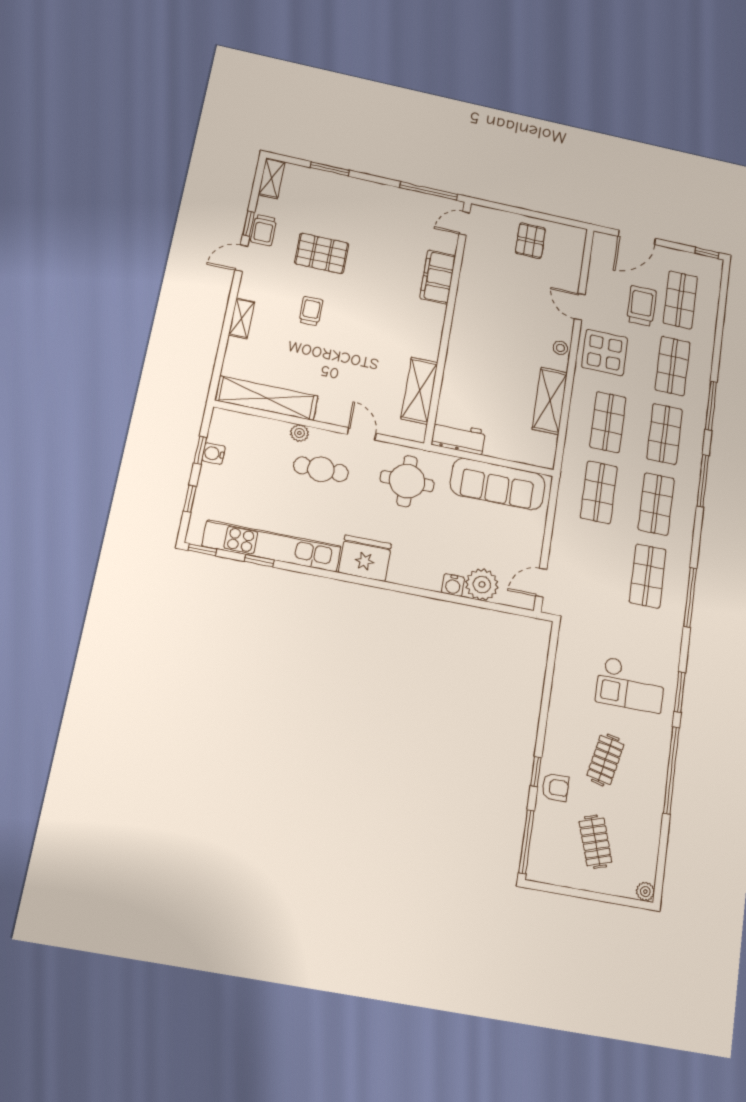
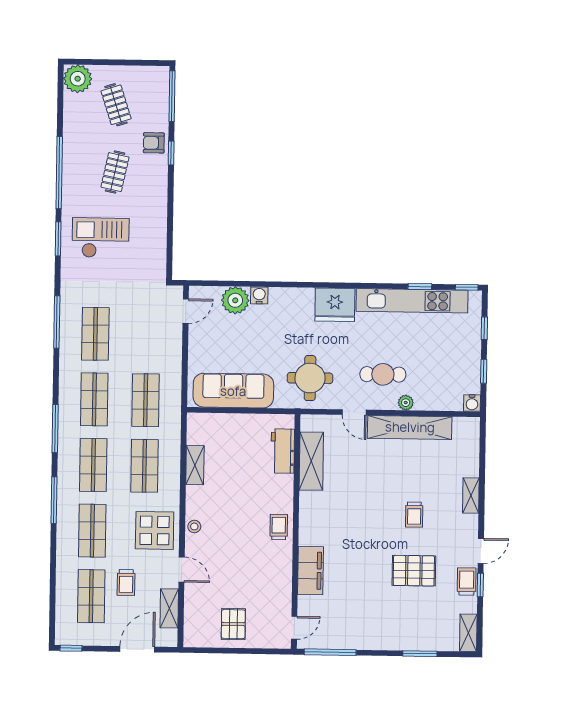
shelving: (598, 271) -> (169, 608), added
trolley: (642, 306) -> (126, 583), width x0.73, depth x0.72
trolley: (467, 329) -> (279, 527), added
shelving: (267, 398) -> (410, 427), moved
shelving: (550, 401) -> (195, 465), width x0.67, depth x0.75
workbench: (458, 438) -> (283, 451), moved, turned 90
water cooler: (214, 453) -> (472, 403), moved, turned 90
plant: (645, 892) -> (78, 79), width x1.88, depth x1.88

